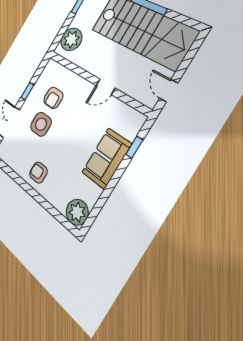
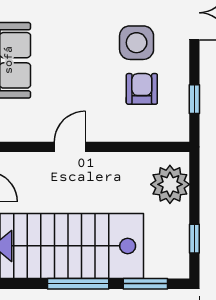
window: (27, 91) -> (194, 99), moved

